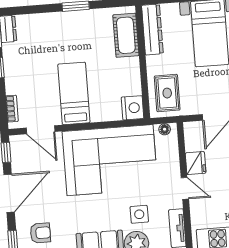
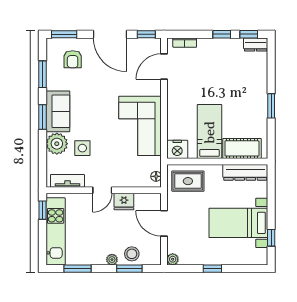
bed: (74, 93) -> (210, 132), moved, turned -90
corner sofa: (110, 160) -> (140, 126), width x0.73, depth x0.74

